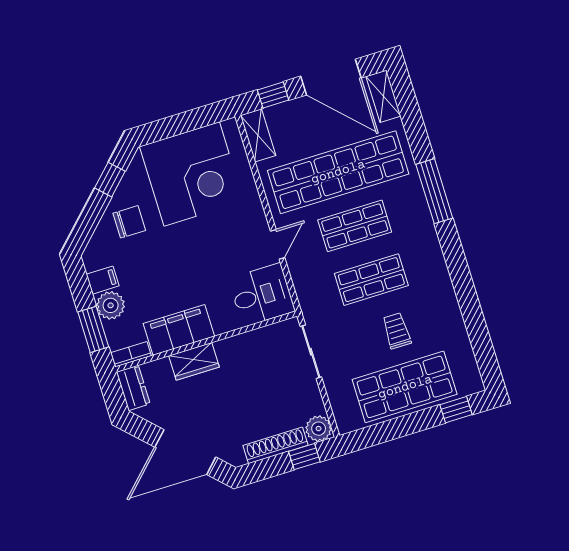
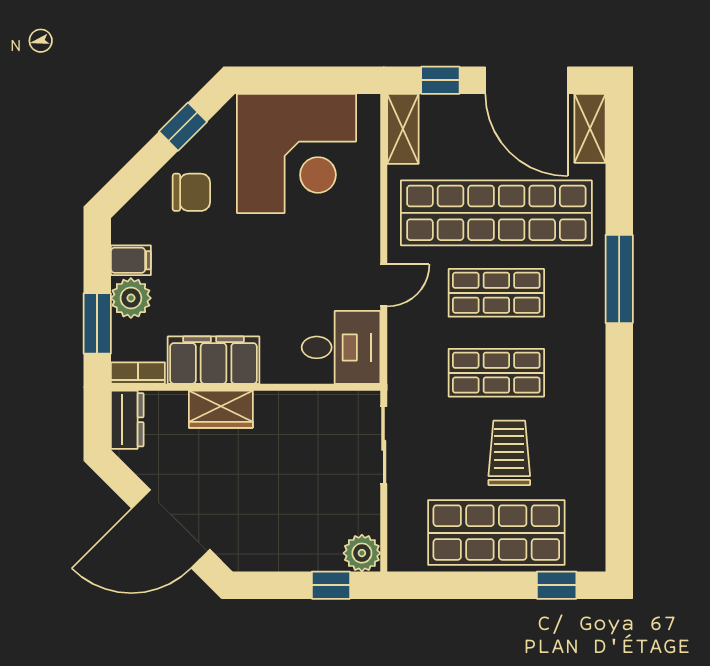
trolley: (397, 331) -> (509, 453), width x1.36, depth x1.39
shoe rack: (276, 445) -> (296, 558), removed

